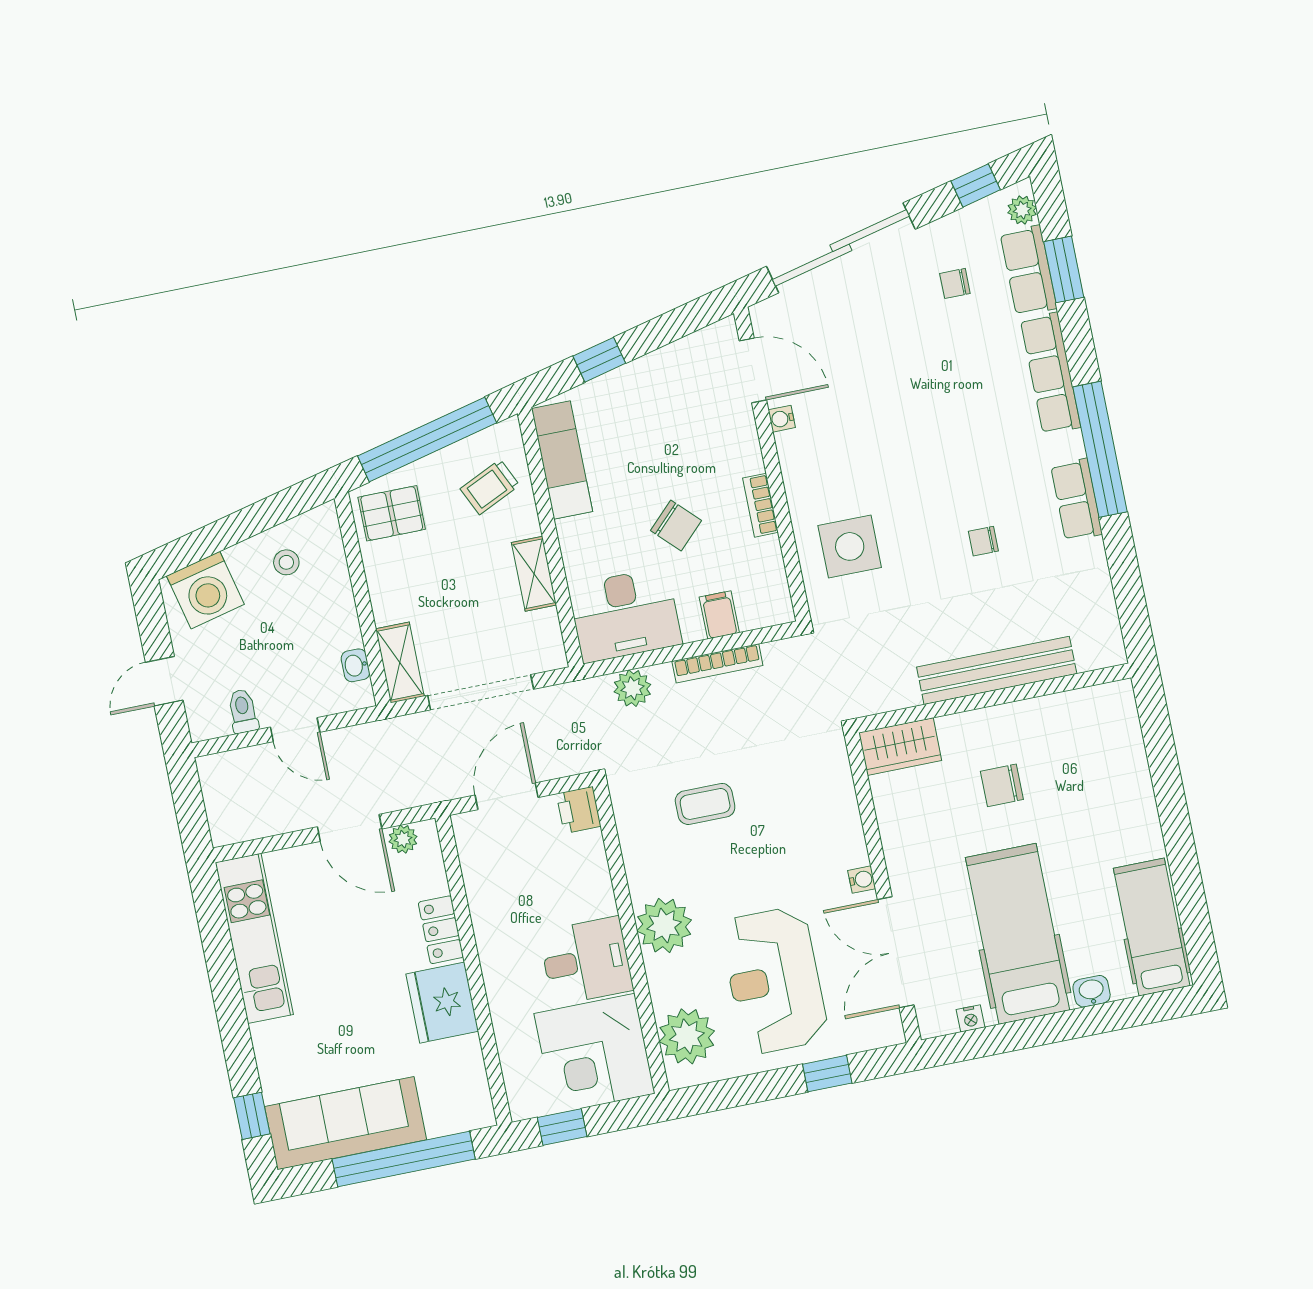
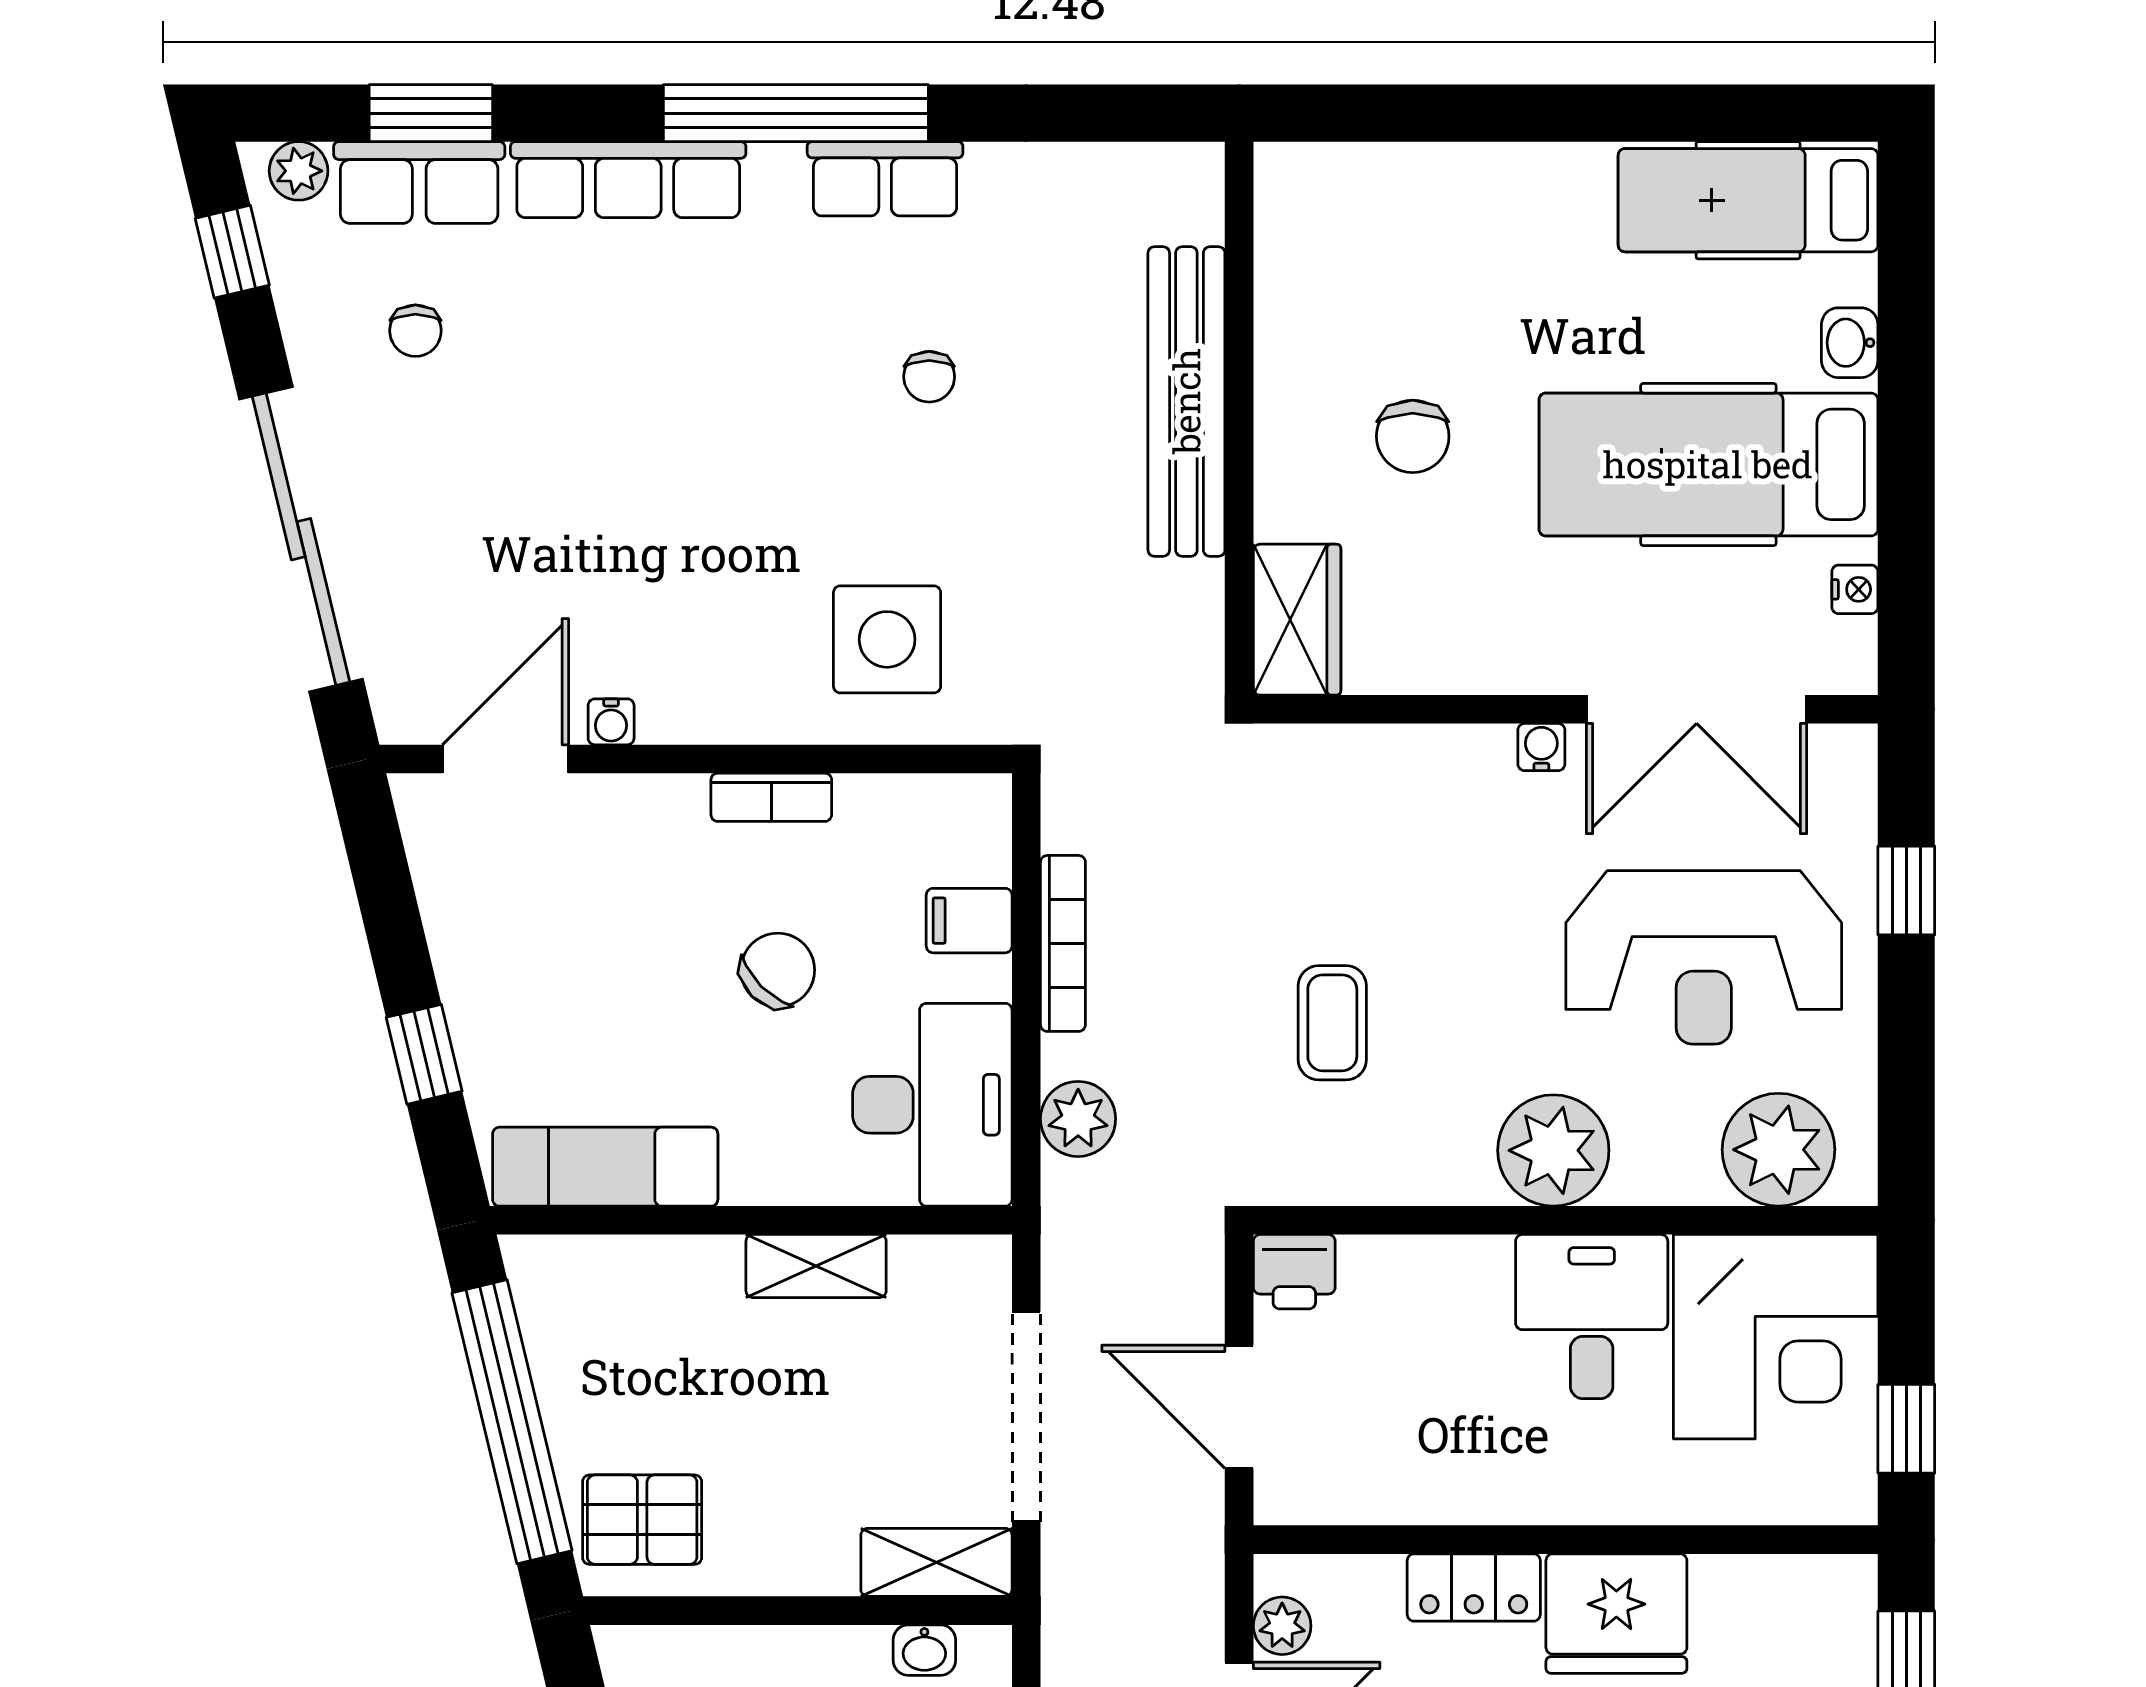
trolley: (490, 487) -> (630, 1318), removed
pallet: (392, 513) -> (642, 1520), turned 90

